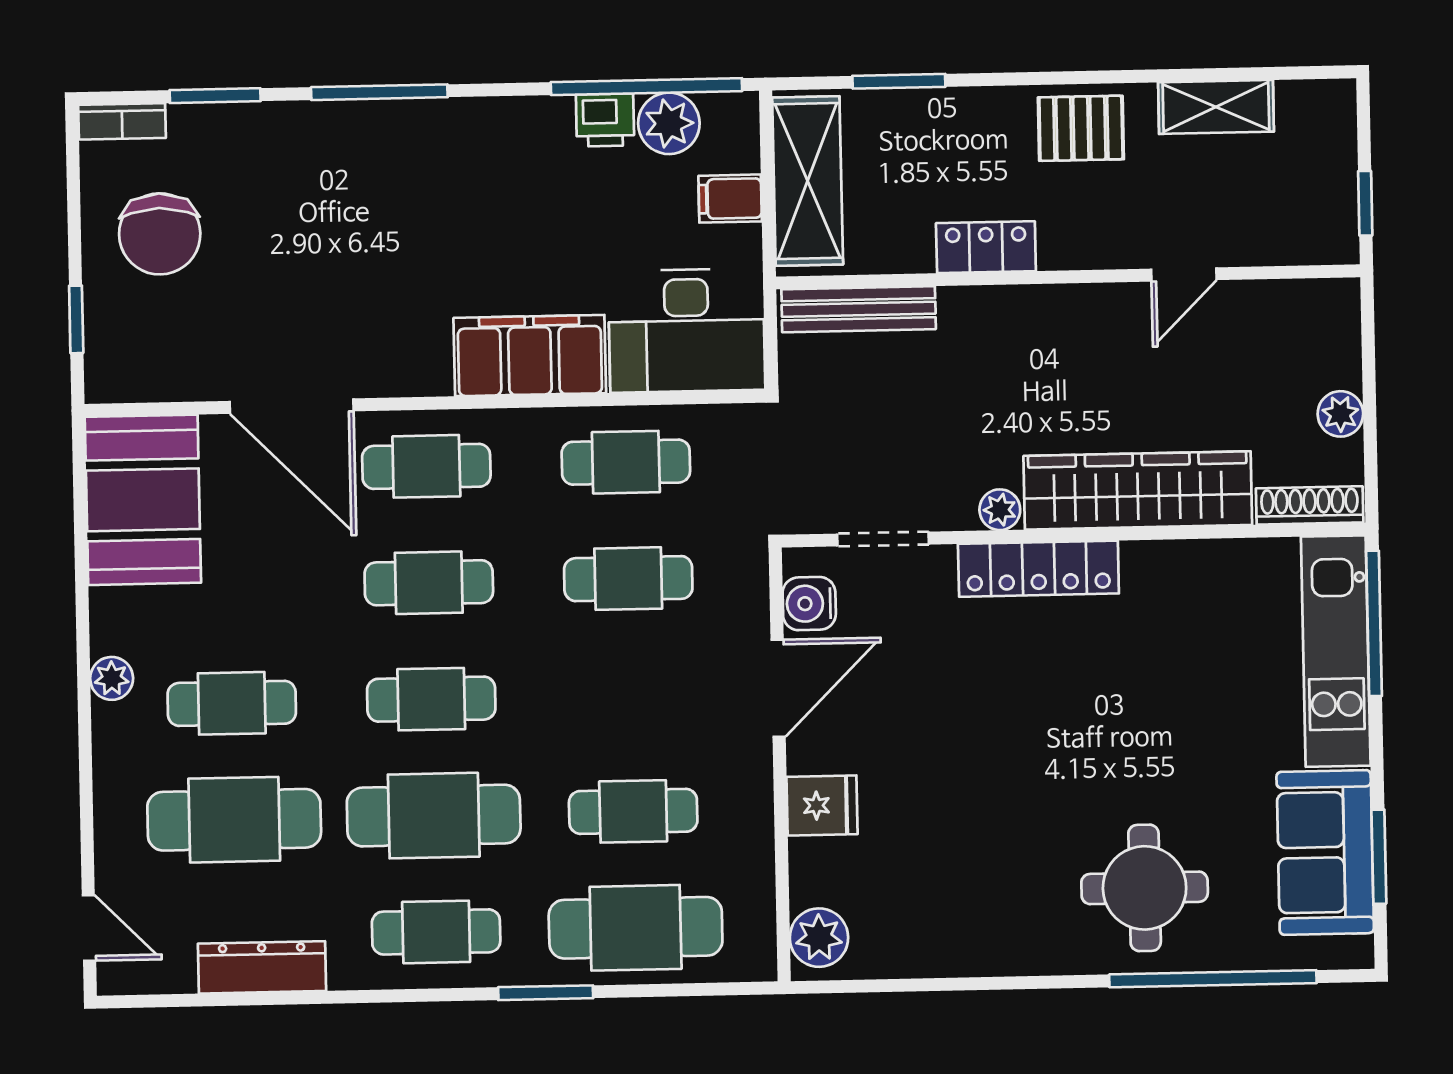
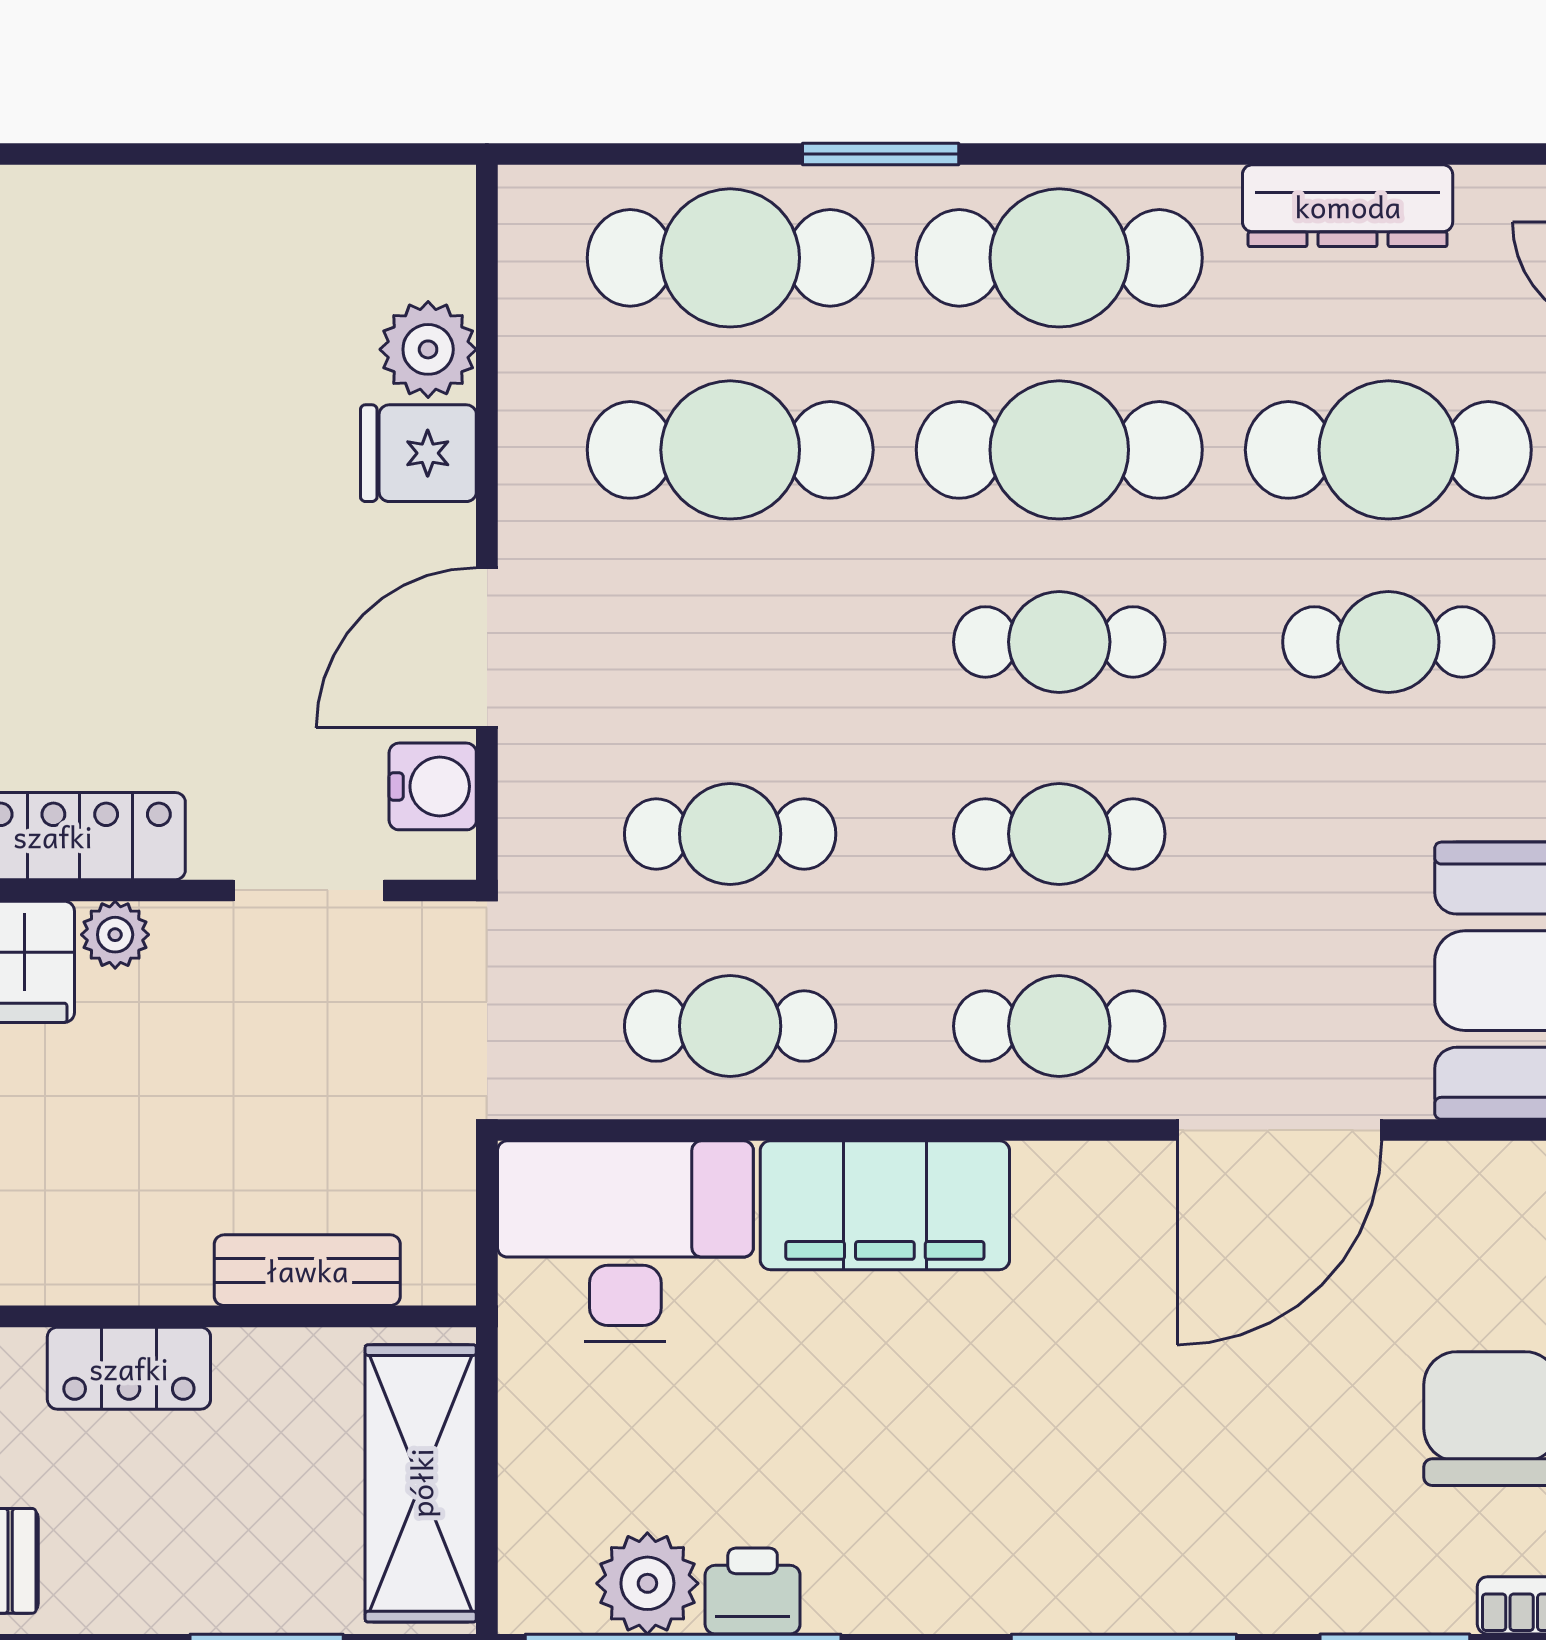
filing cabinet: (730, 199) -> (549, 1457), removed
bench: (859, 309) -> (307, 1270), width x0.73
door: (292, 406) -> (1279, 1130), swing flipped
cafe table: (633, 811) -> (730, 450), width x1.37, depth x1.35
cafe table: (436, 932) -> (1059, 258), width x1.37, depth x1.35
plant: (819, 938) -> (428, 349), moved

